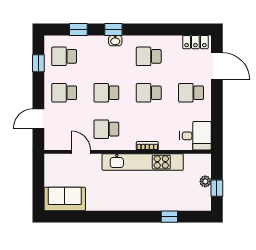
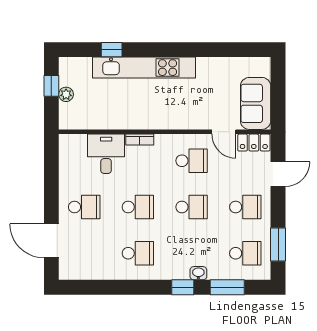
window: (78, 30) -> (227, 287), width x1.50
washbasin: (115, 41) -> (198, 273), moved
locker: (195, 42) -> (254, 143), moved, turned 180
window: (38, 63) -> (278, 244), width x1.50
desk: (195, 136) -> (106, 154), moved, turned 90
kitchen unit: (143, 162) -> (144, 68), moved, turned 180
sofa: (65, 199) -> (256, 103), moved, turned 90

